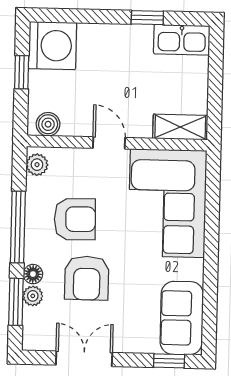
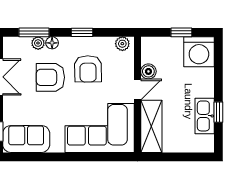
kitchen sink: (182, 40) -> (205, 116), moved
boiler: (48, 124) -> (148, 71), moved
shelving: (180, 127) -> (151, 126), width x1.50, depth x1.33
window: (18, 227) -> (82, 32), width x0.46

